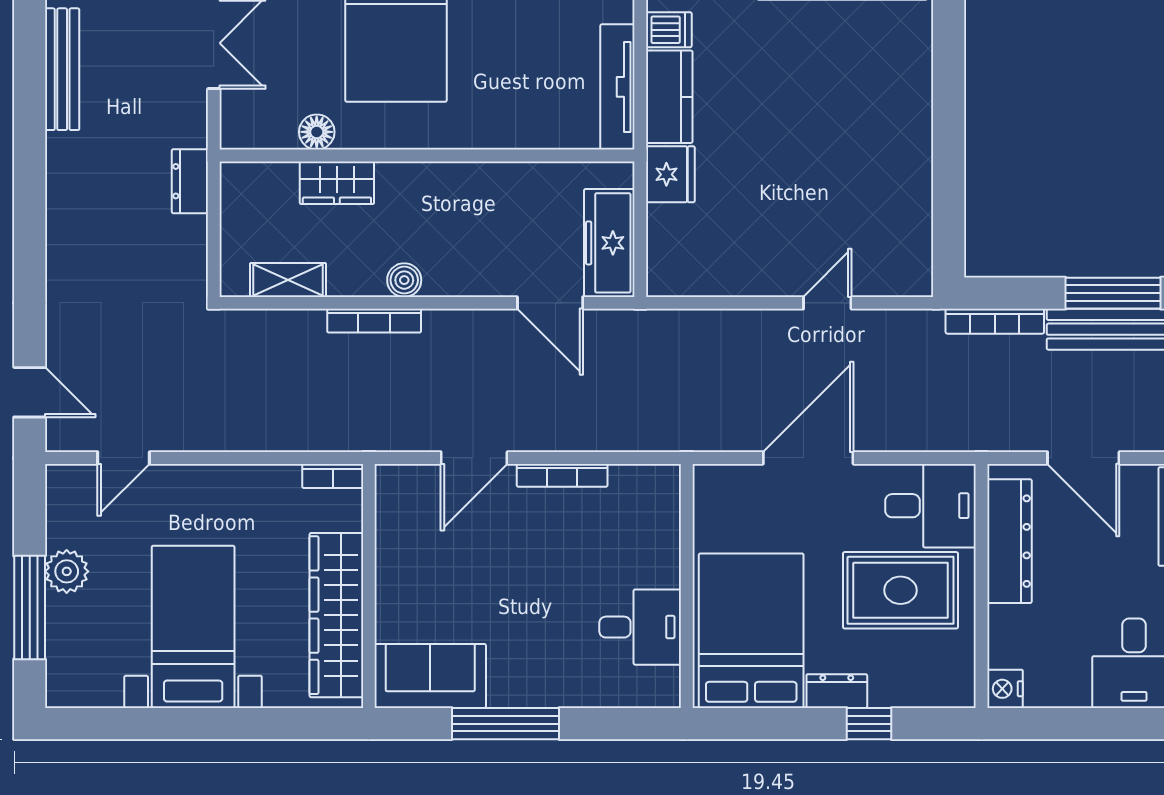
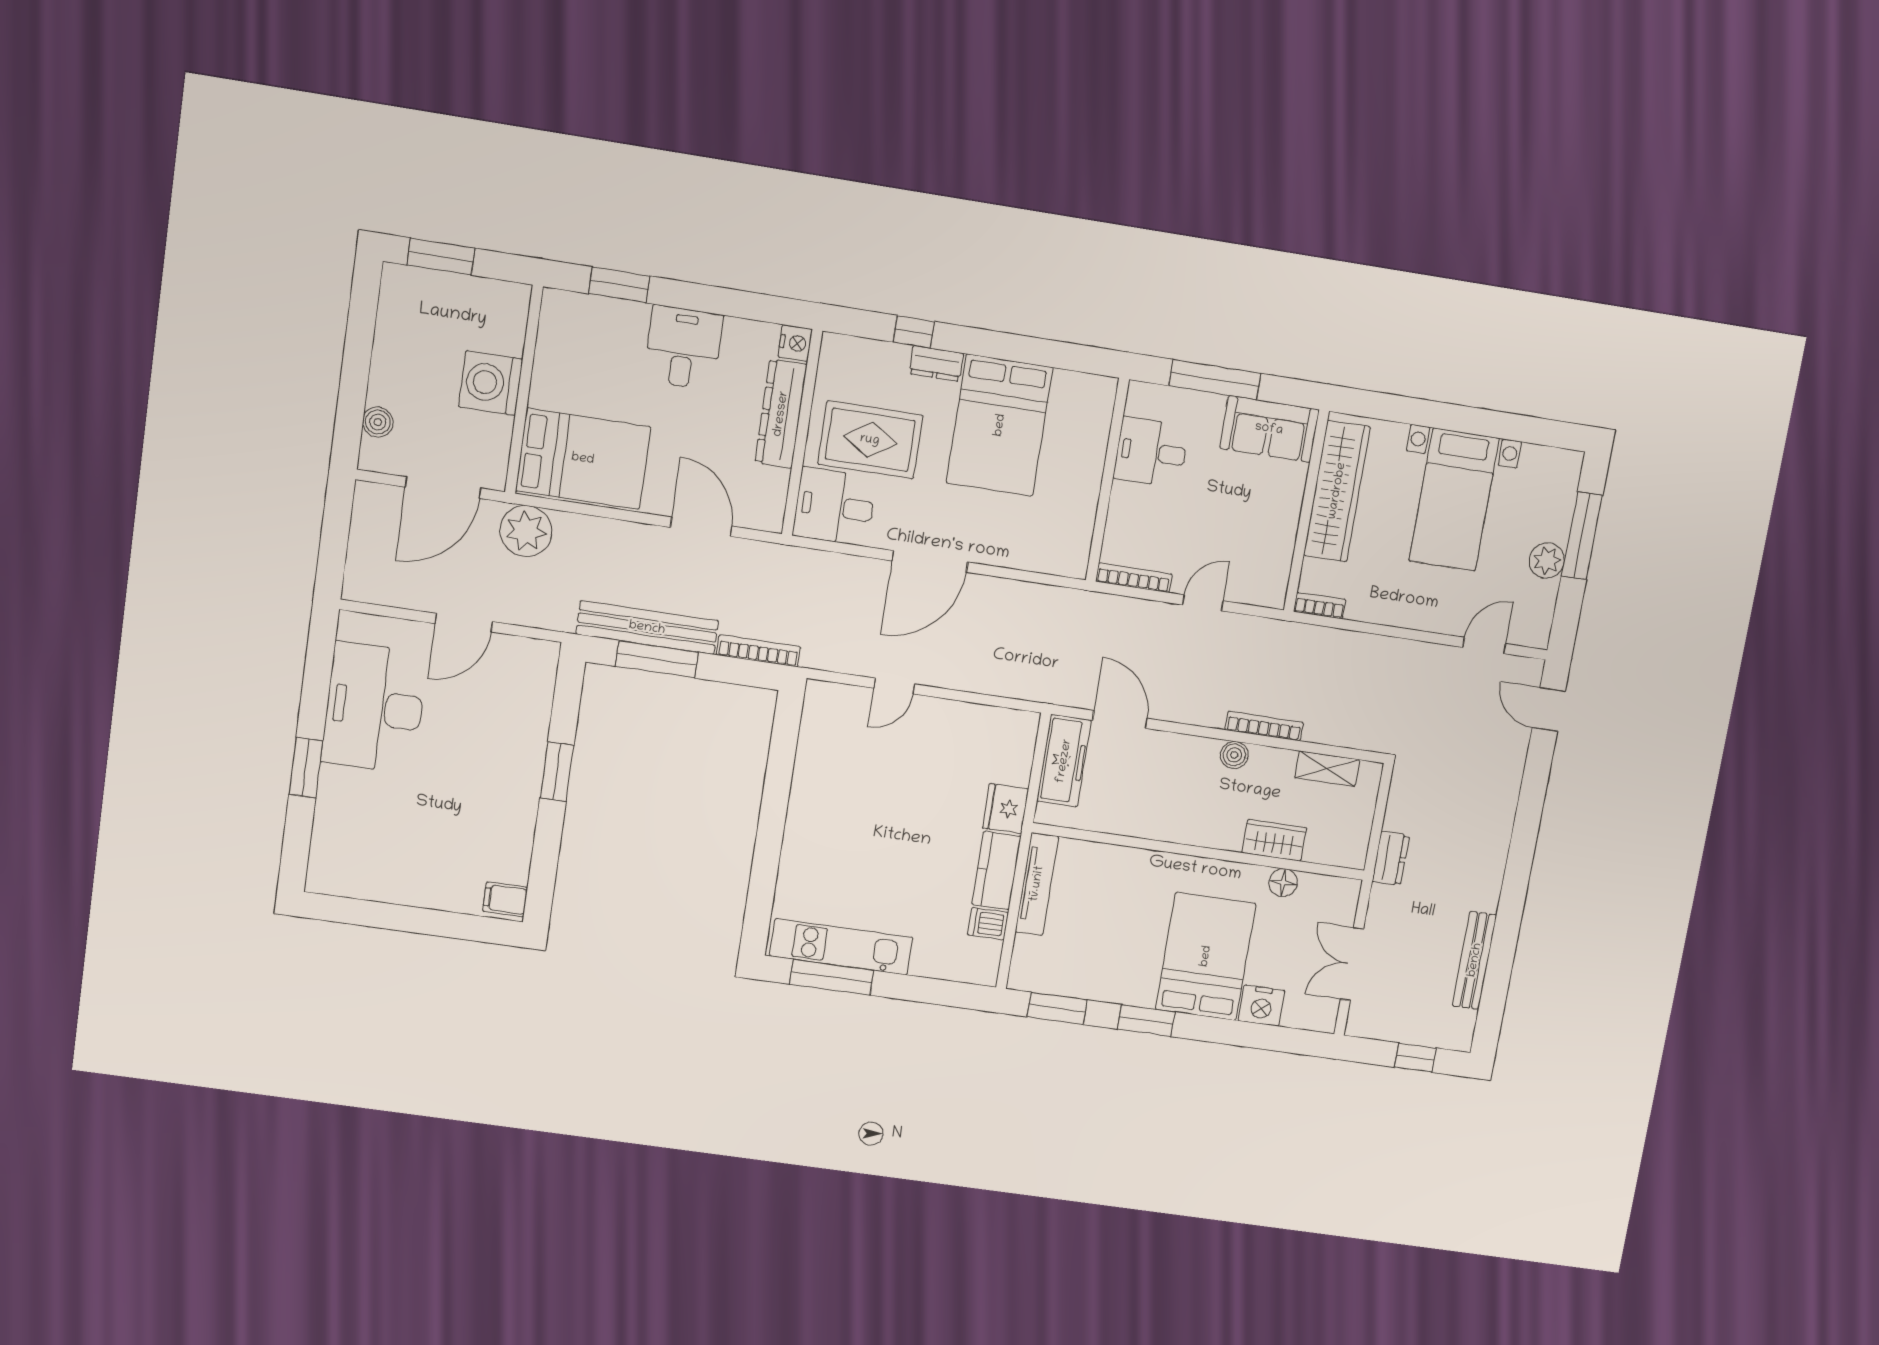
door: (474, 458) -> (1203, 603), width x0.73
dresser: (1009, 541) -> (781, 414), moved
wall: (687, 586) -> (1107, 480), moved
desk: (640, 627) -> (1151, 452), moved

